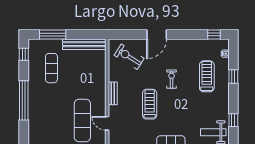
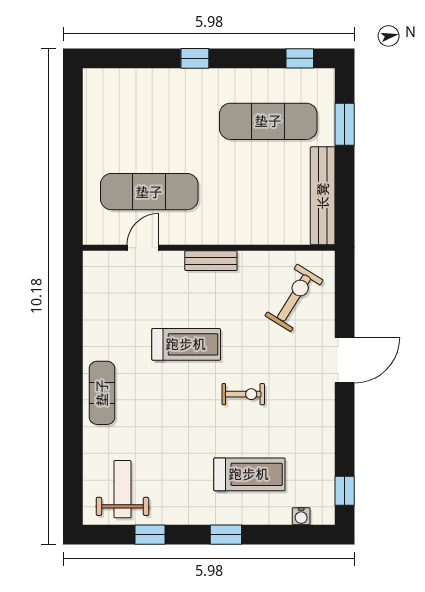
window: (53, 34) -> (345, 124), width x0.69
door: (157, 34) -> (345, 360), swing flipped
exercise mat: (51, 68) -> (268, 121), width x1.36, depth x1.45
window: (233, 77) -> (226, 535), moved
window: (24, 100) -> (195, 58), width x0.32

